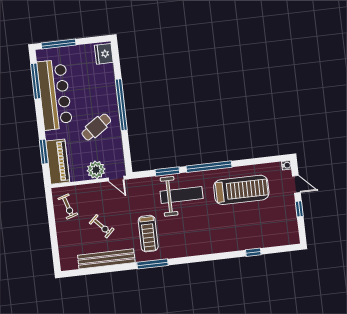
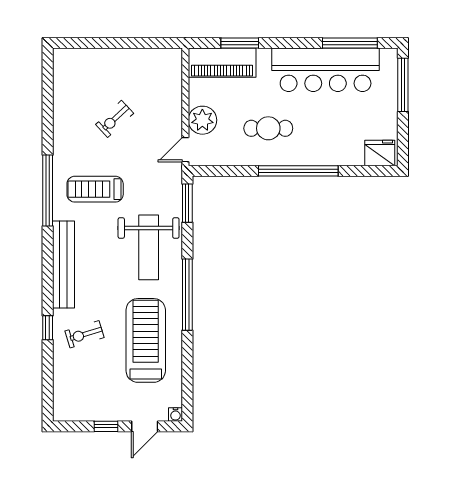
cafe table: (96, 127) -> (268, 128), turned -56
window: (167, 171) -> (187, 203), moved
treadmill: (241, 190) -> (146, 340), turned 180
exercise bike: (68, 207) -> (84, 334), moved
window: (253, 252) -> (48, 328), moved
bench: (106, 259) -> (63, 265), moved
window: (153, 264) -> (48, 191), width x1.46

